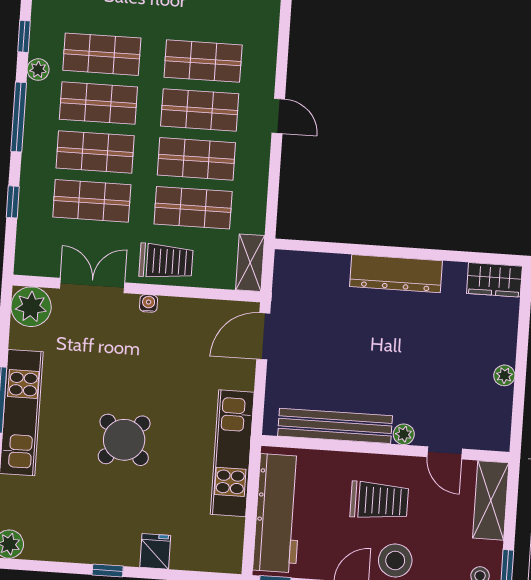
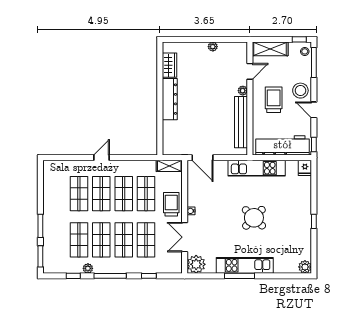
wardrobe: (494, 280) -> (169, 65), moved
fridge: (155, 551) -> (305, 168), moved, turned -90

